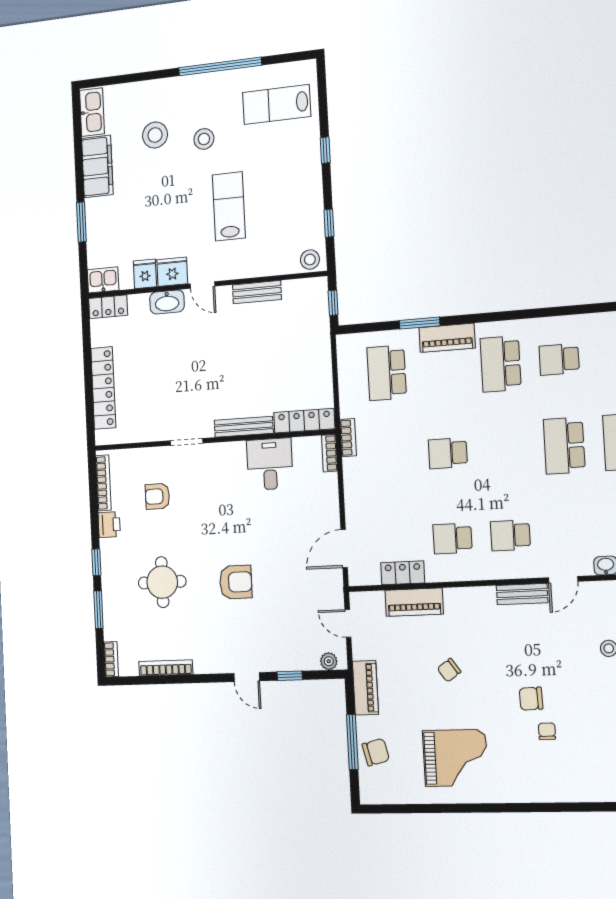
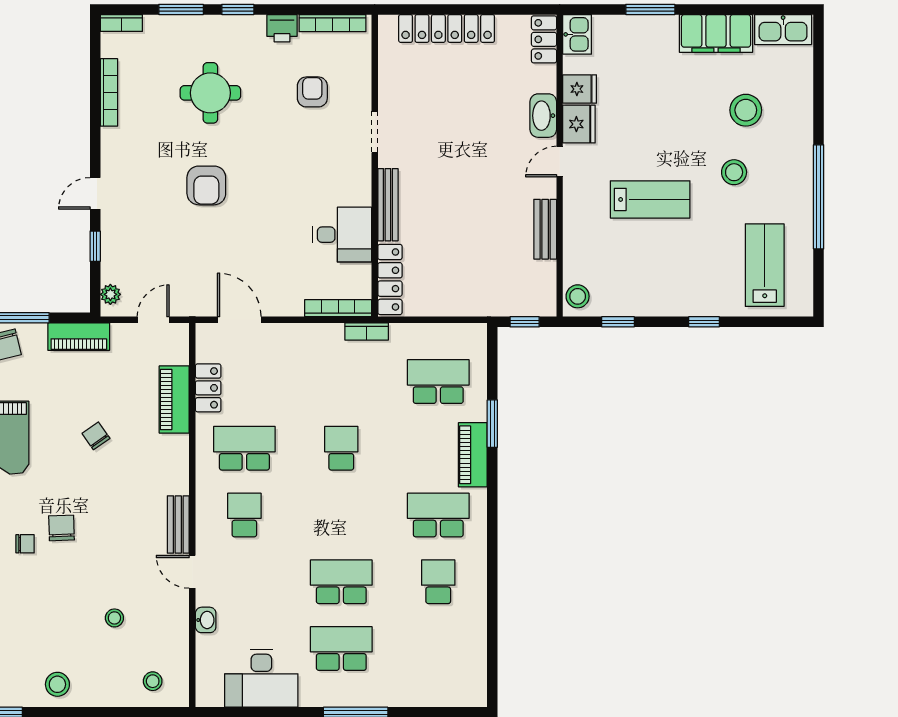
bookcase: (330, 453) -> (338, 308), width x1.56
school desk: (452, 538) -> (244, 448), width x1.85

